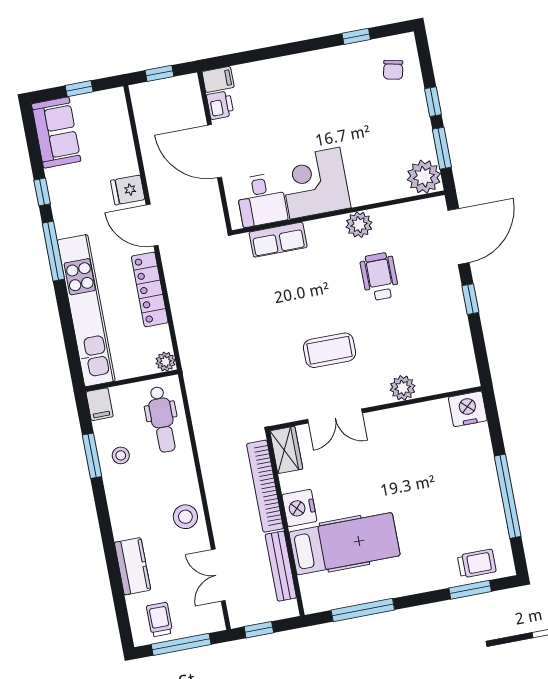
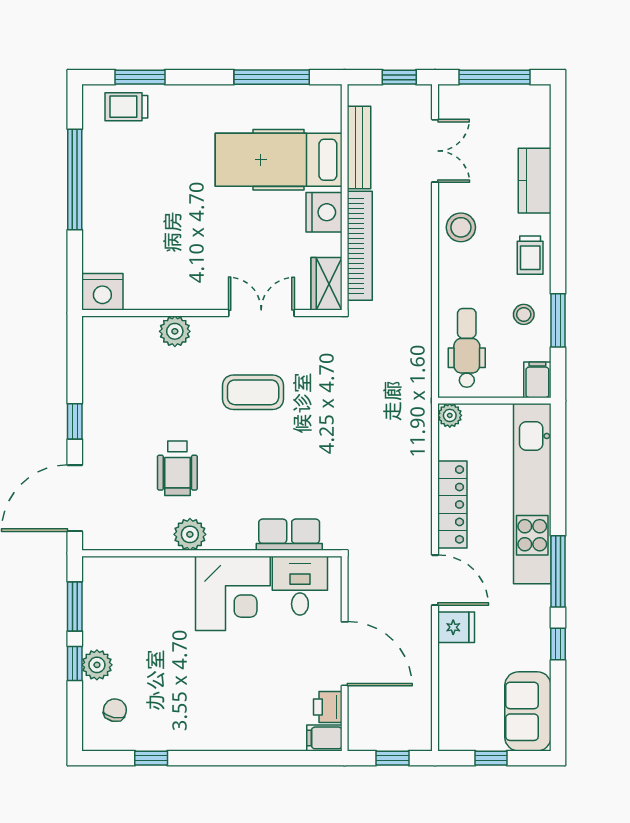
plant: (424, 177) -> (97, 665), moved, width x0.73, depth x0.73
trolley: (159, 620) -> (530, 255), moved

